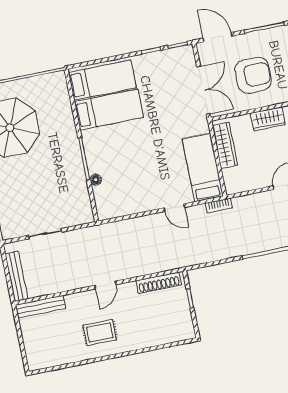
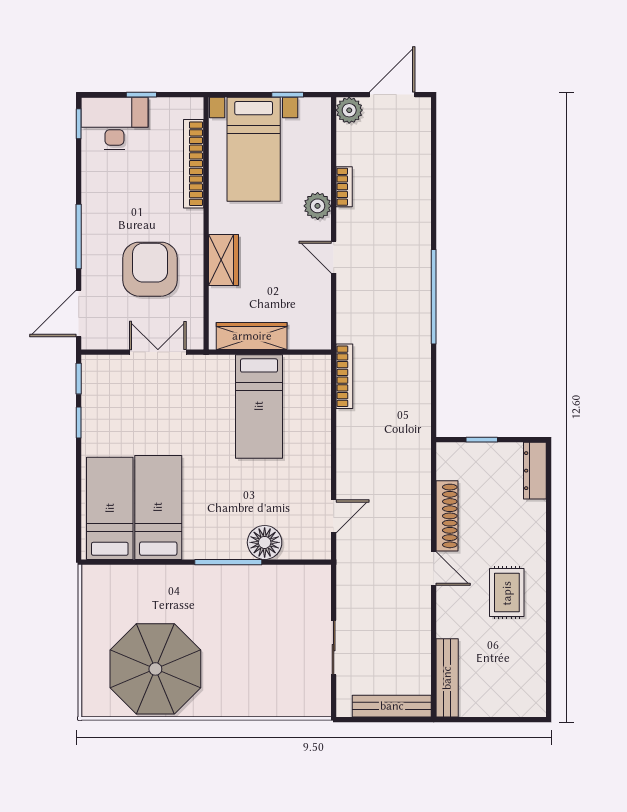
double door: (203, 90) -> (158, 352), width x0.73
bed: (203, 167) -> (259, 406), moved, turned -90
floor lamp: (96, 180) -> (265, 542), width x1.89, depth x1.89
bookcase: (219, 205) -> (344, 376), width x1.56
door: (174, 208) -> (334, 516), moved
shoe rack: (159, 283) -> (447, 516), moved
dresser: (178, 335) -> (535, 471), added

